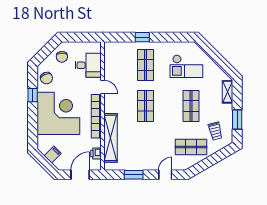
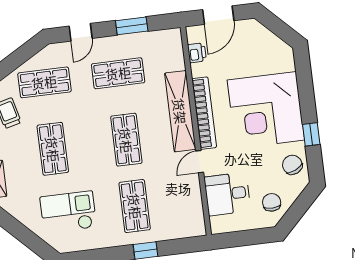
door: (103, 87) -> (200, 162), hinge flipped
shelving: (111, 138) -> (180, 111), moved
shop shelf: (146, 147) -> (118, 73), added
filing cabinet: (53, 155) -> (267, 42), removed

